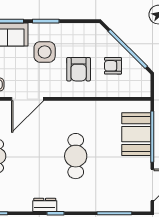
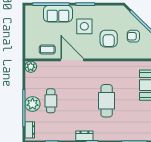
door: (28, 99) -> (72, 60), swing flipped

